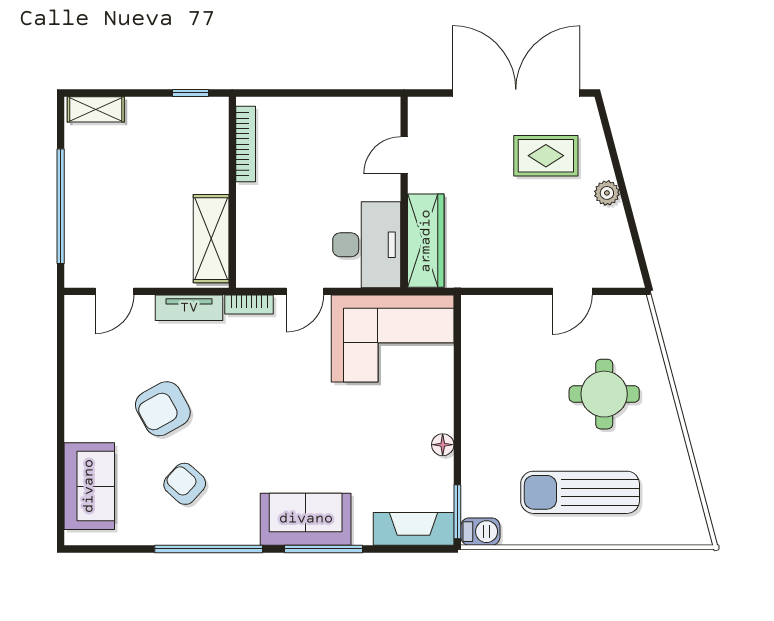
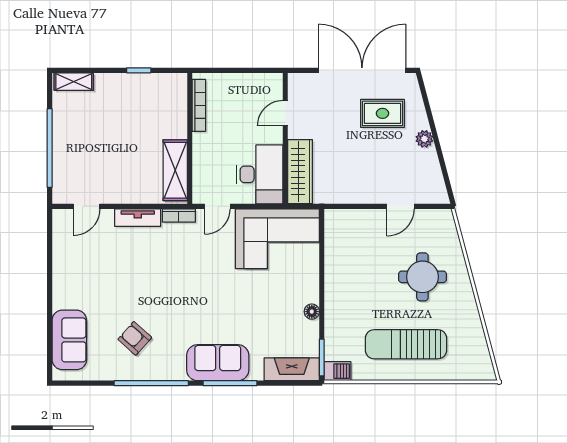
bookcase: (246, 144) -> (199, 105), moved
wall: (232, 192) -> (190, 138), moved
shelving: (211, 239) -> (175, 170), moved
armchair: (163, 409) -> (120, 287), removed

